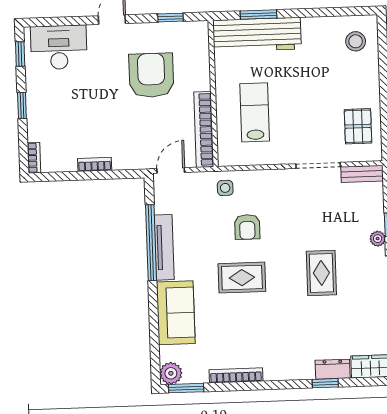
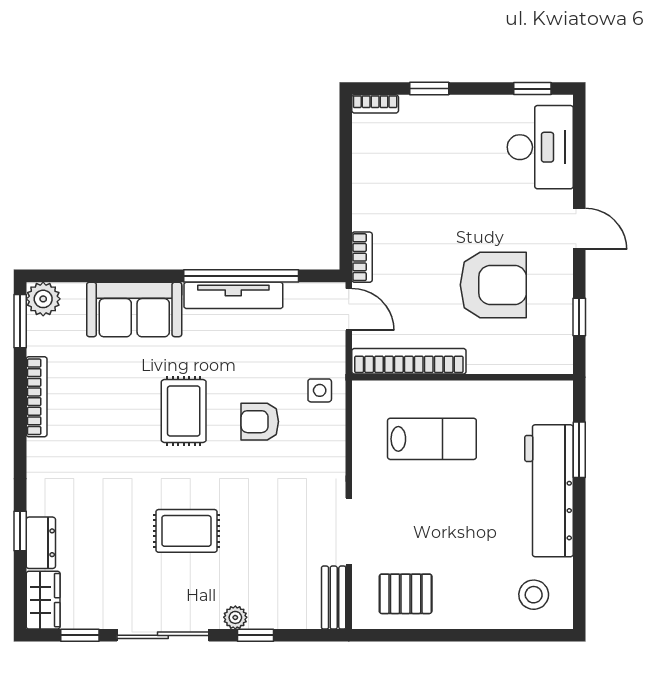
workbench: (257, 35) -> (549, 491), moved
window: (22, 106) -> (429, 89), moved
bookcase: (95, 164) -> (362, 257), moved

